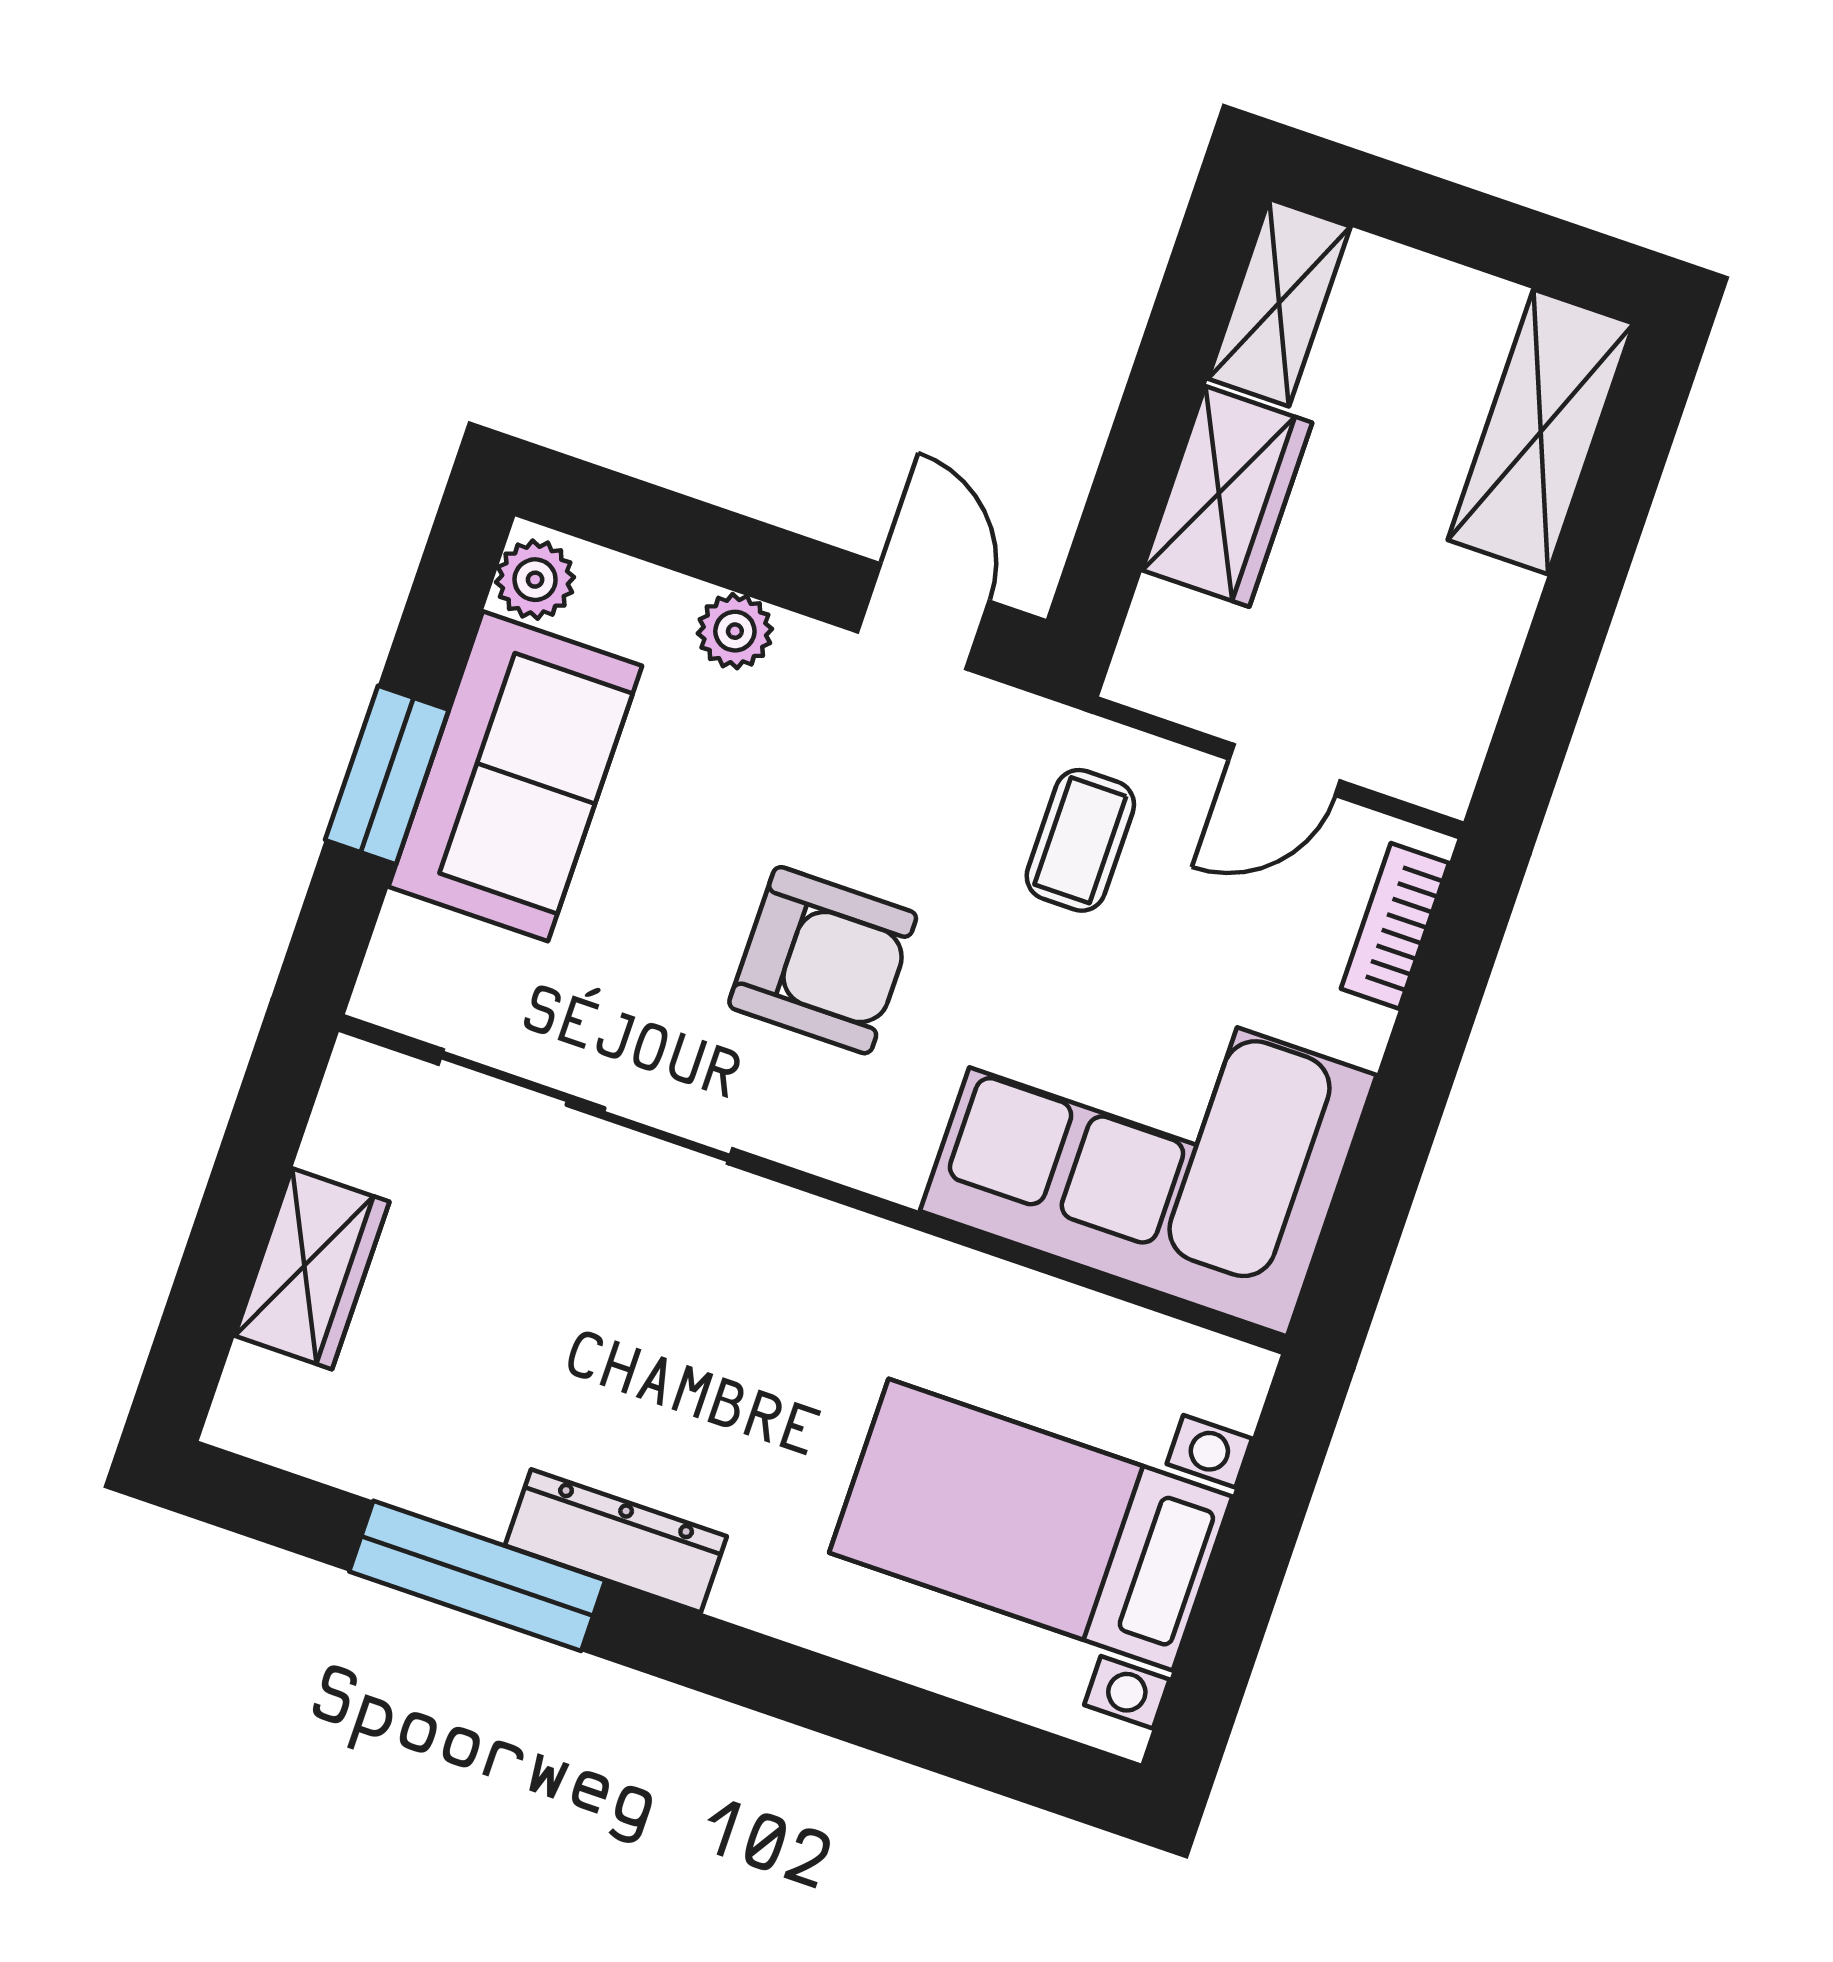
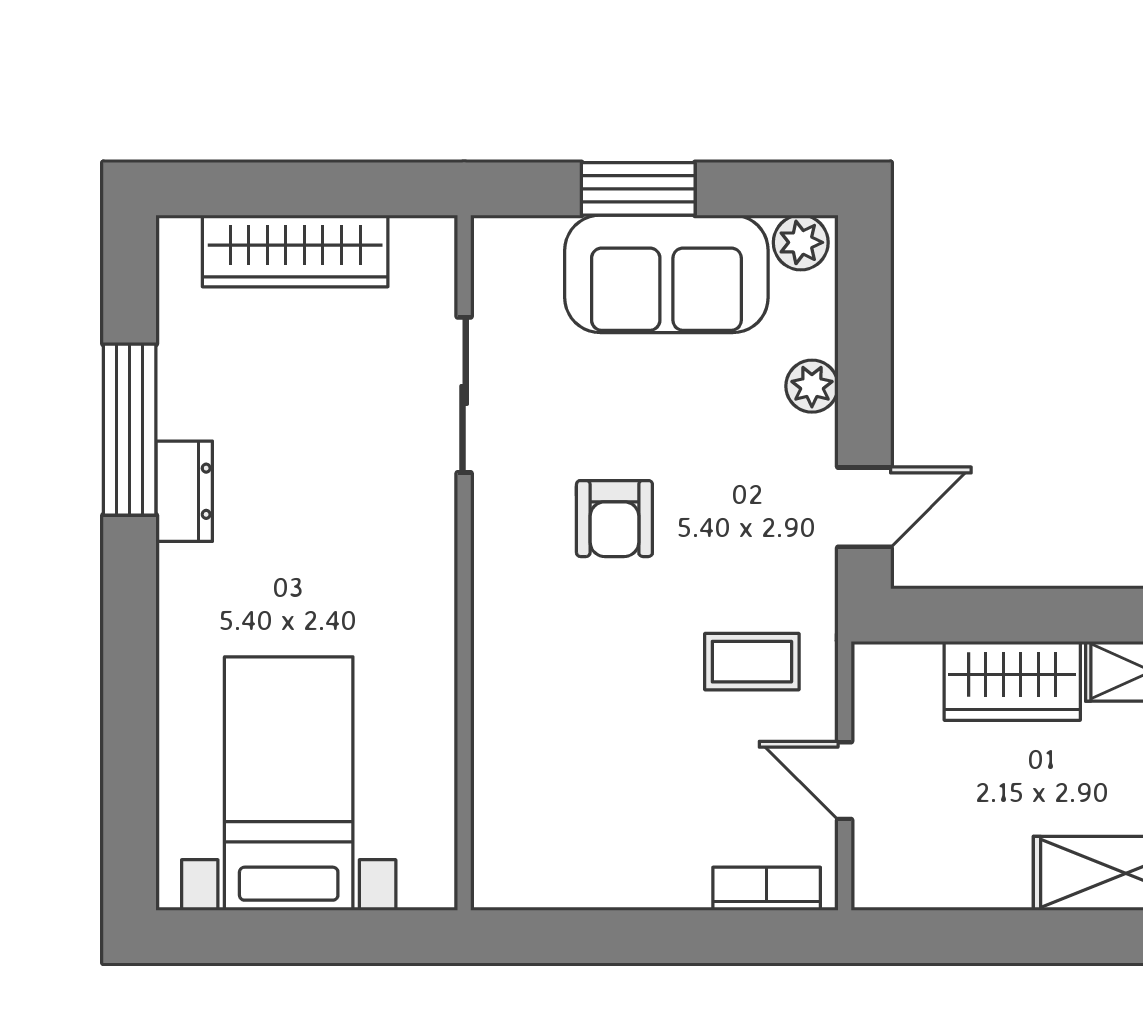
armchair: (823, 960) -> (614, 519), width x0.72, depth x0.72
sliding door: (585, 1107) -> (464, 395), width x0.73
corner sofa: (1148, 1143) -> (567, 775), removed
wardrobe: (312, 1269) -> (295, 251), width x1.50
dresser: (616, 1541) -> (184, 491), width x0.70

